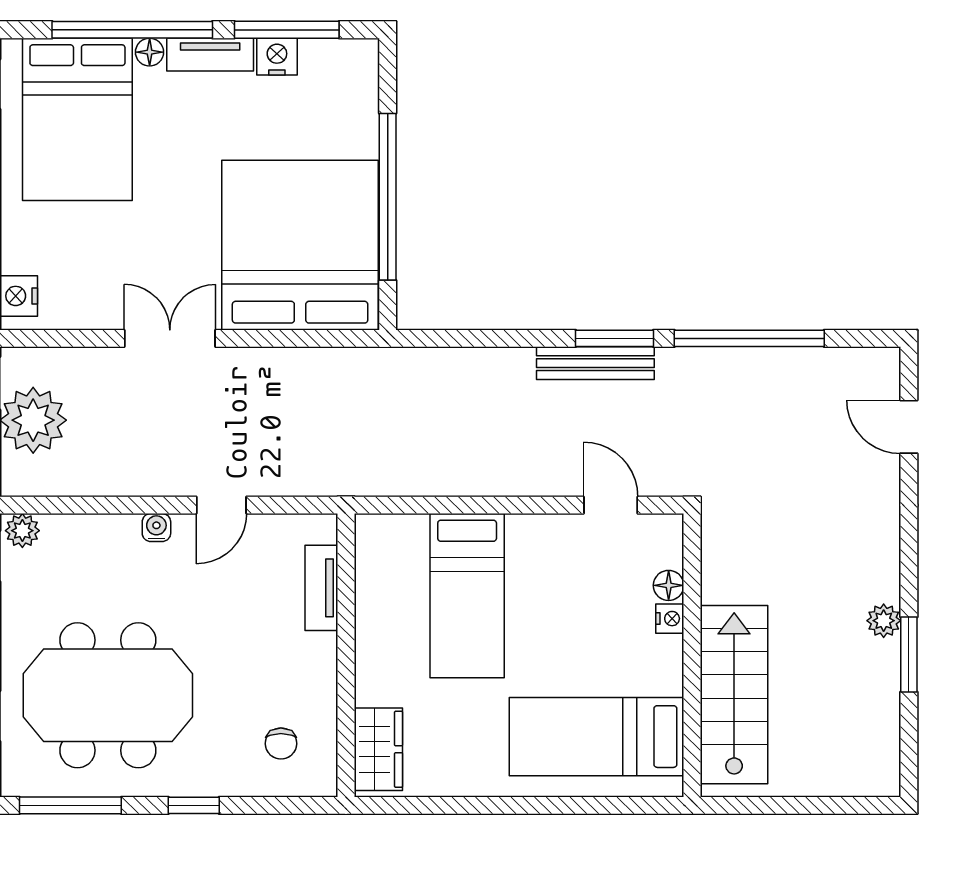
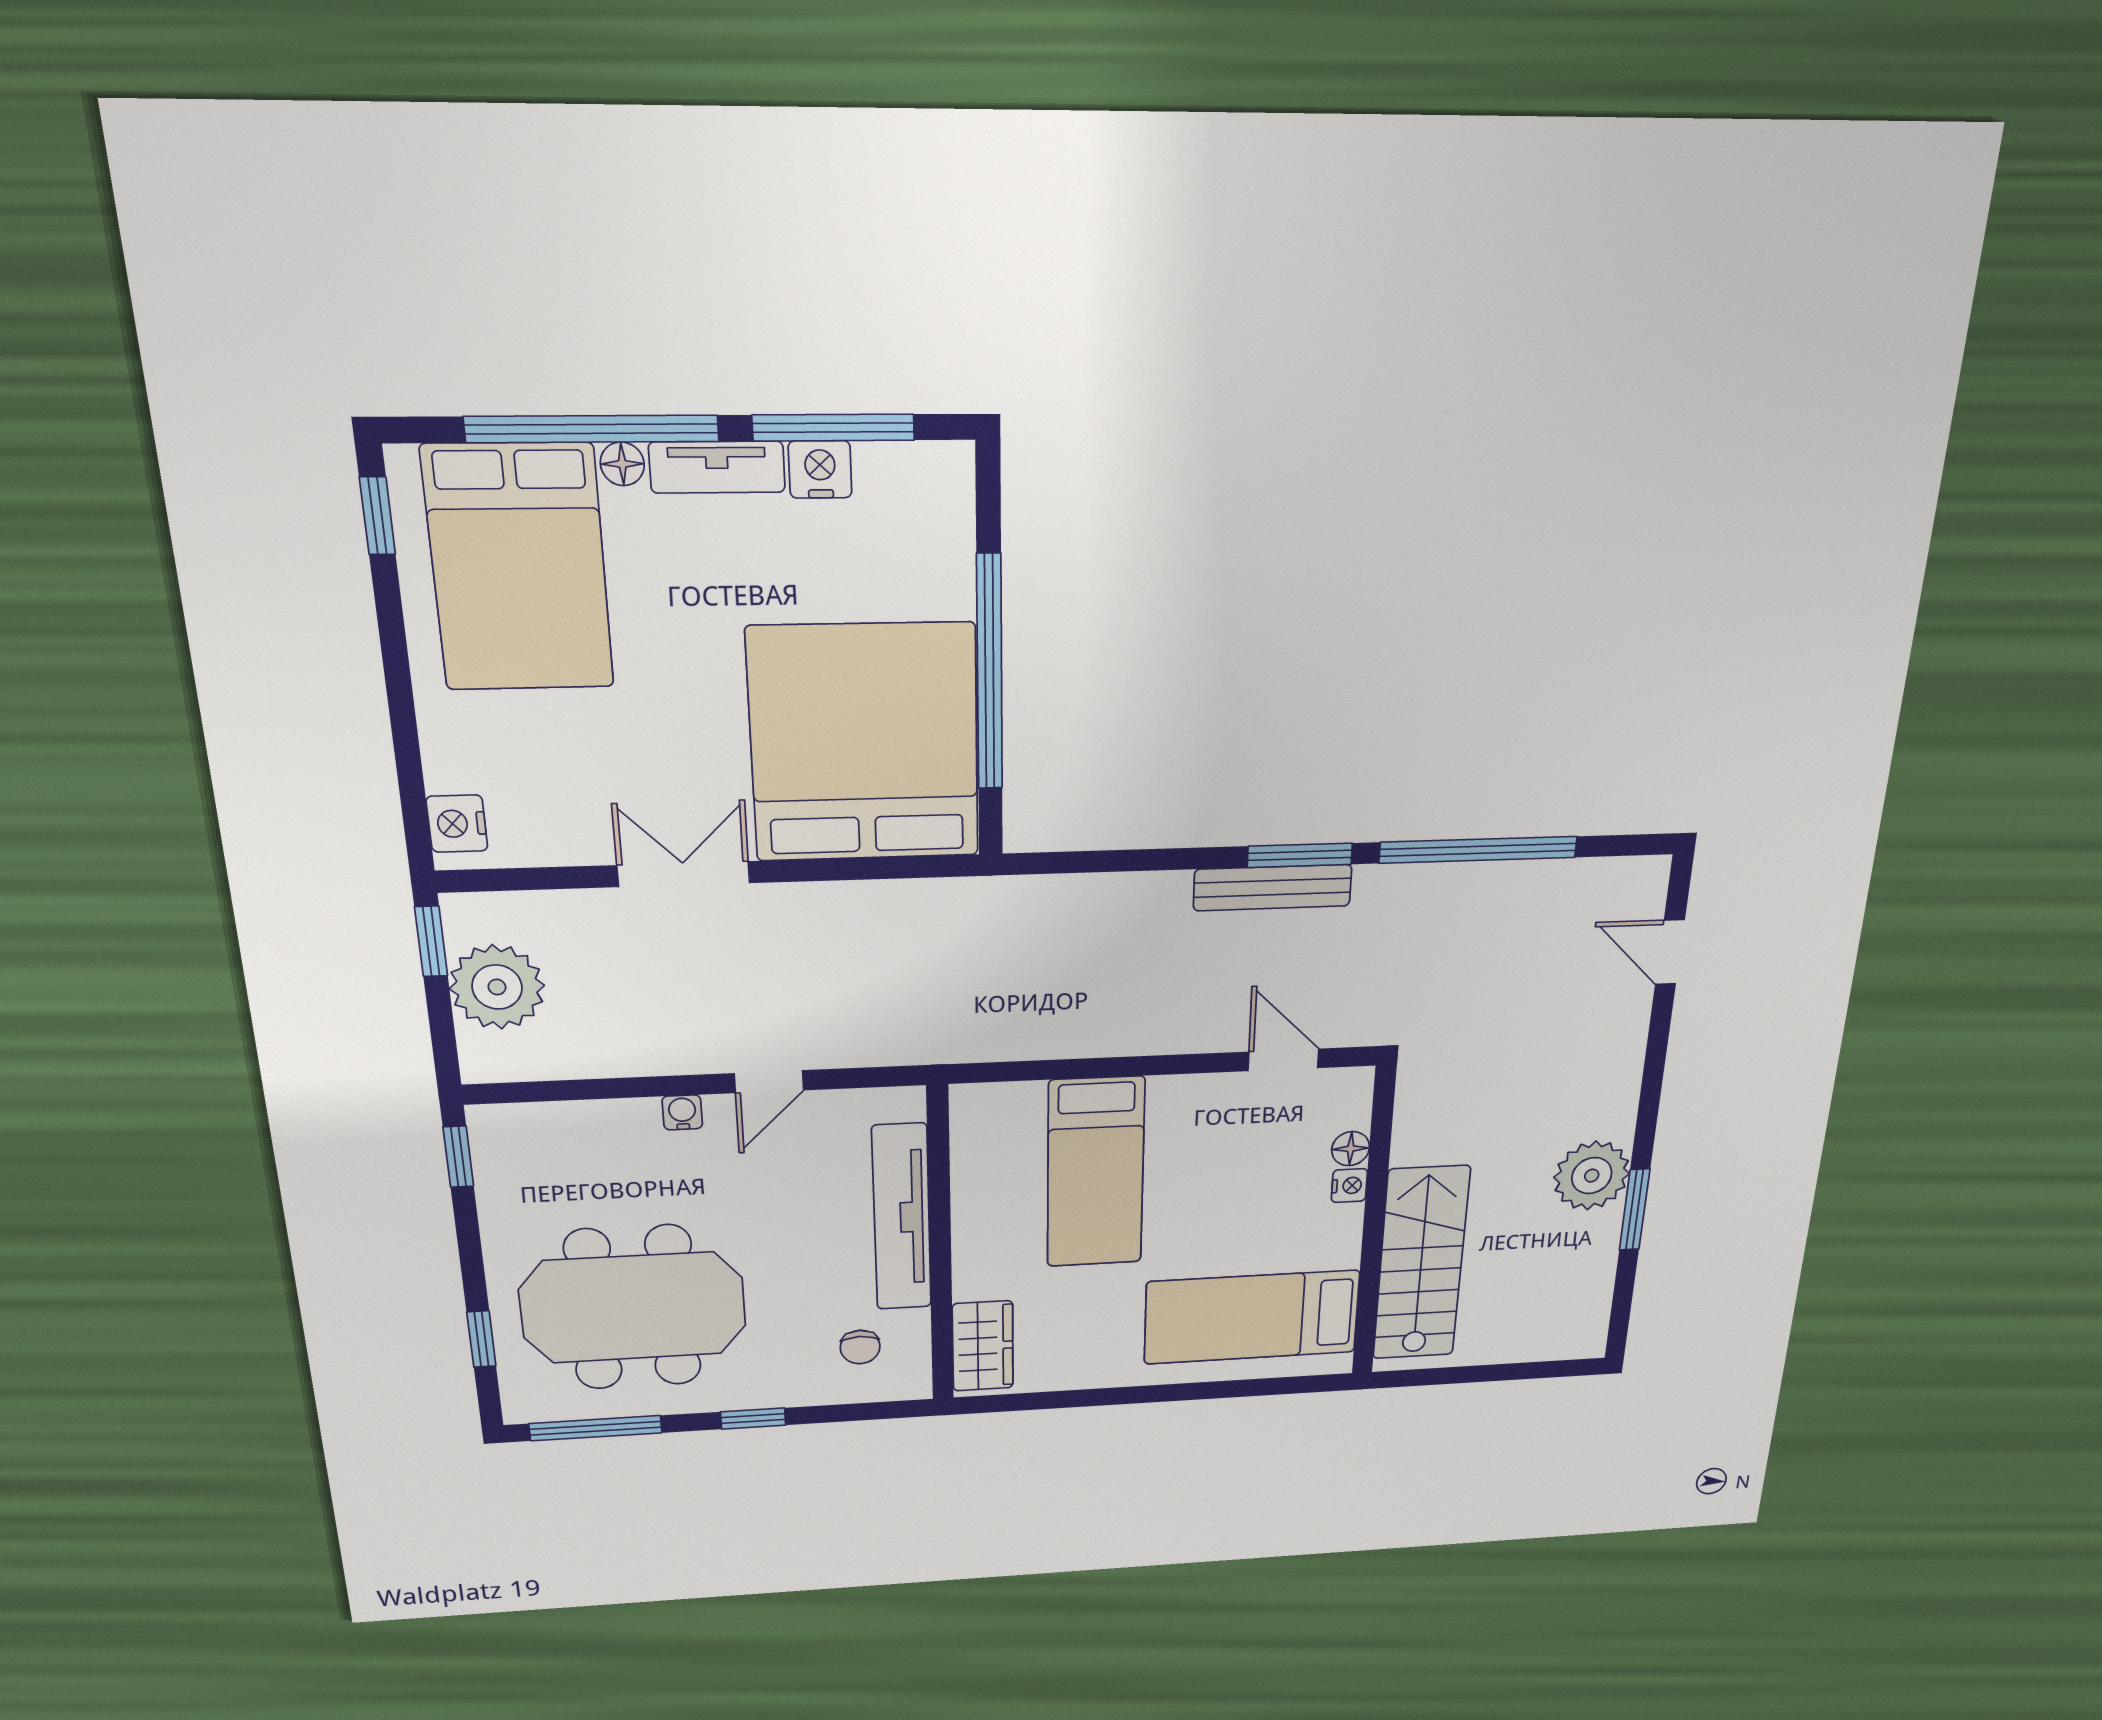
plant: (22, 531) -> (498, 1124), removed
tv unit: (321, 588) -> (902, 1218), width x1.92, depth x1.29
plant: (884, 621) -> (1592, 1176), width x1.88, depth x1.88

